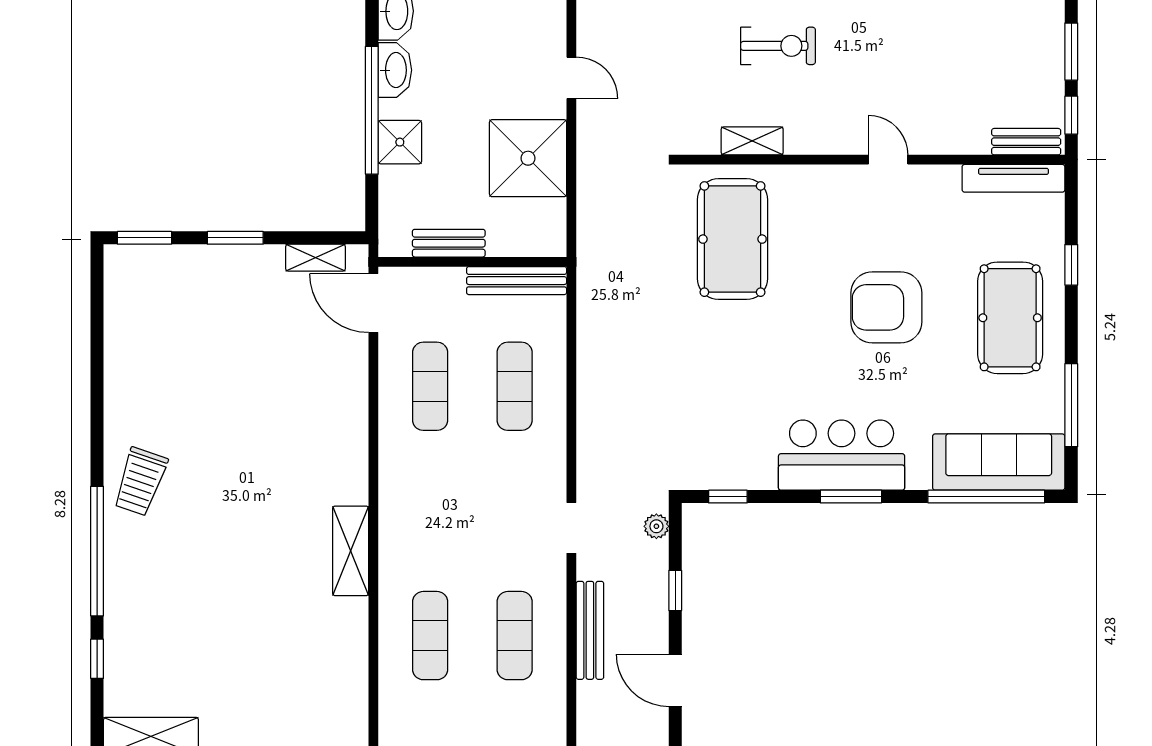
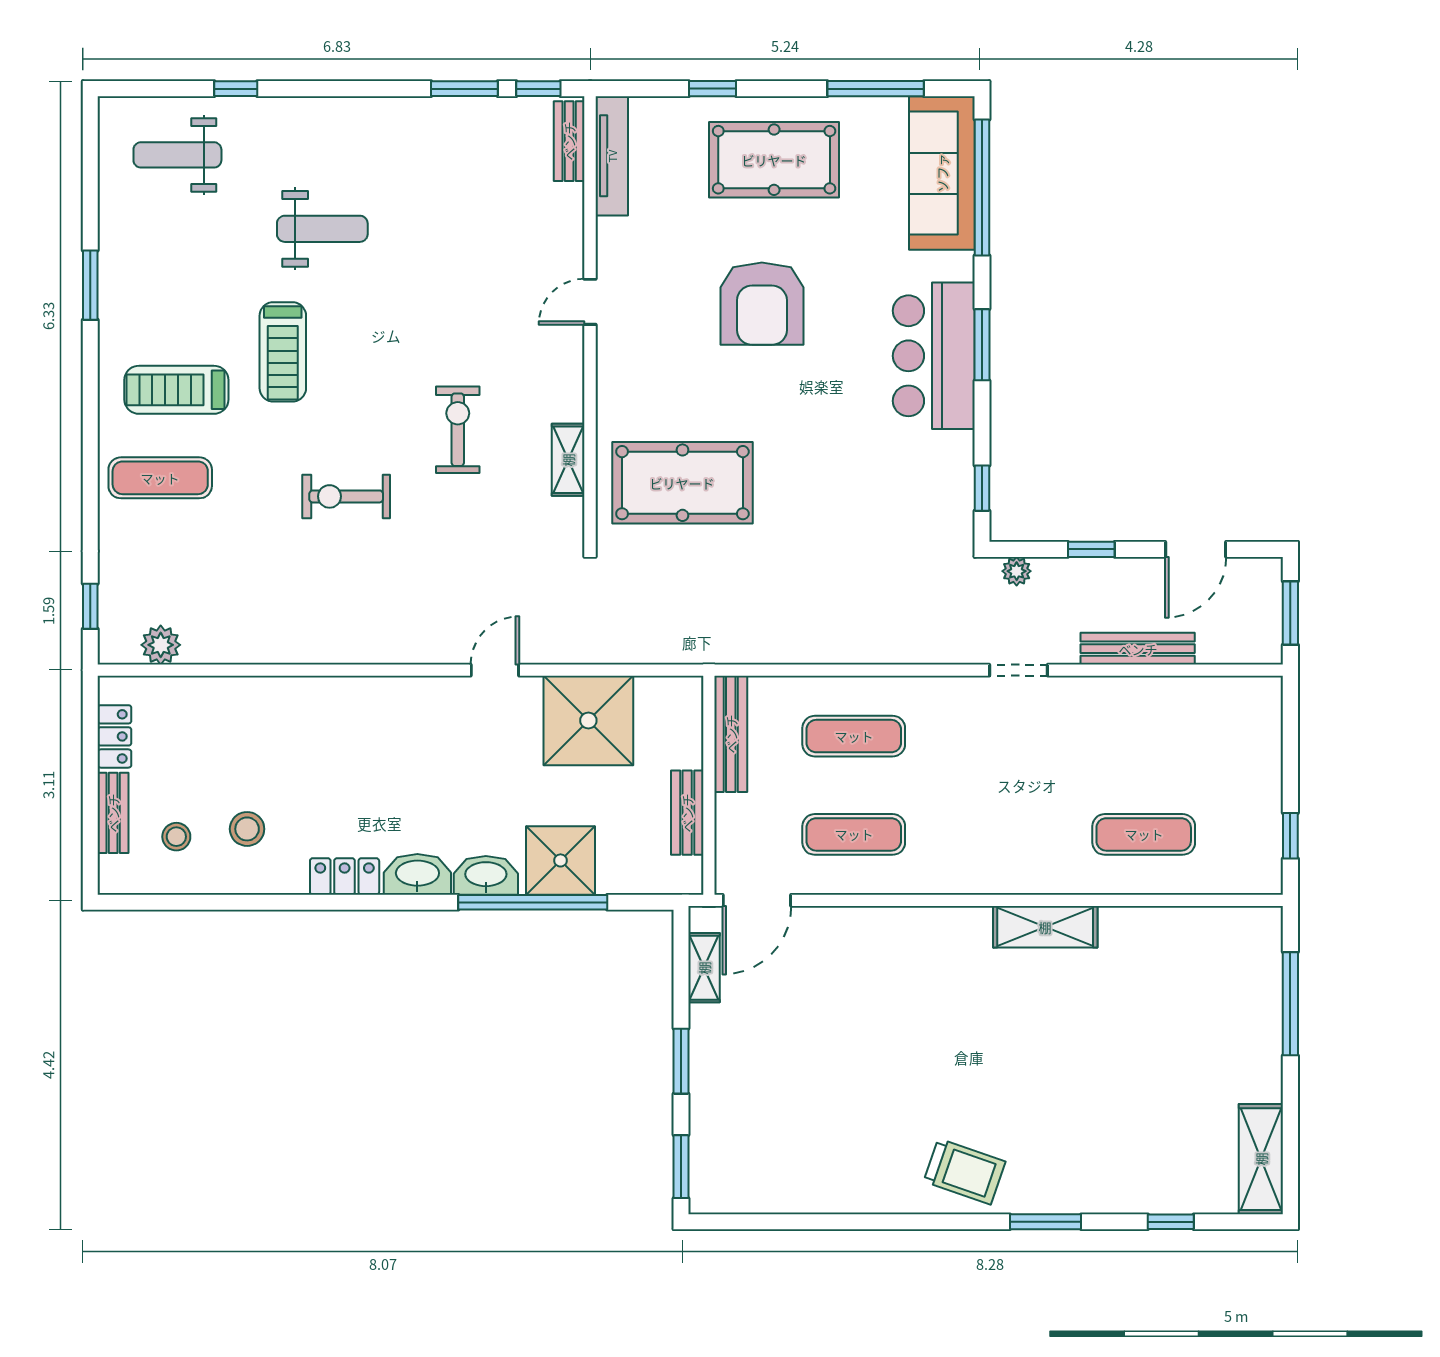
shower: (400, 142) -> (561, 860), width x1.36, depth x1.36
window: (97, 551) -> (1045, 1222), width x0.47
exercise mat: (515, 636) -> (1144, 736), removed

